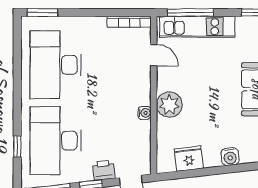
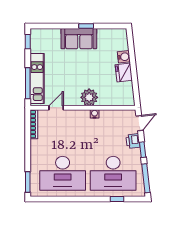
fridge: (189, 159) -> (124, 72), moved

